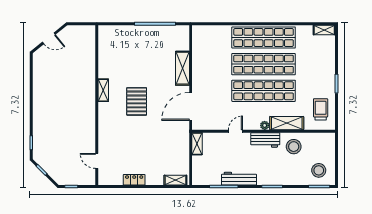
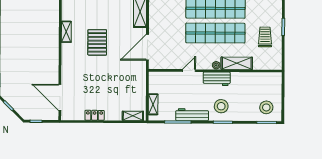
trolley: (321, 109) -> (265, 37), moved
shelving: (197, 144) -> (153, 104), moved
stool: (294, 147) -> (221, 106), moved
door: (97, 161) -> (60, 98), width x1.87

